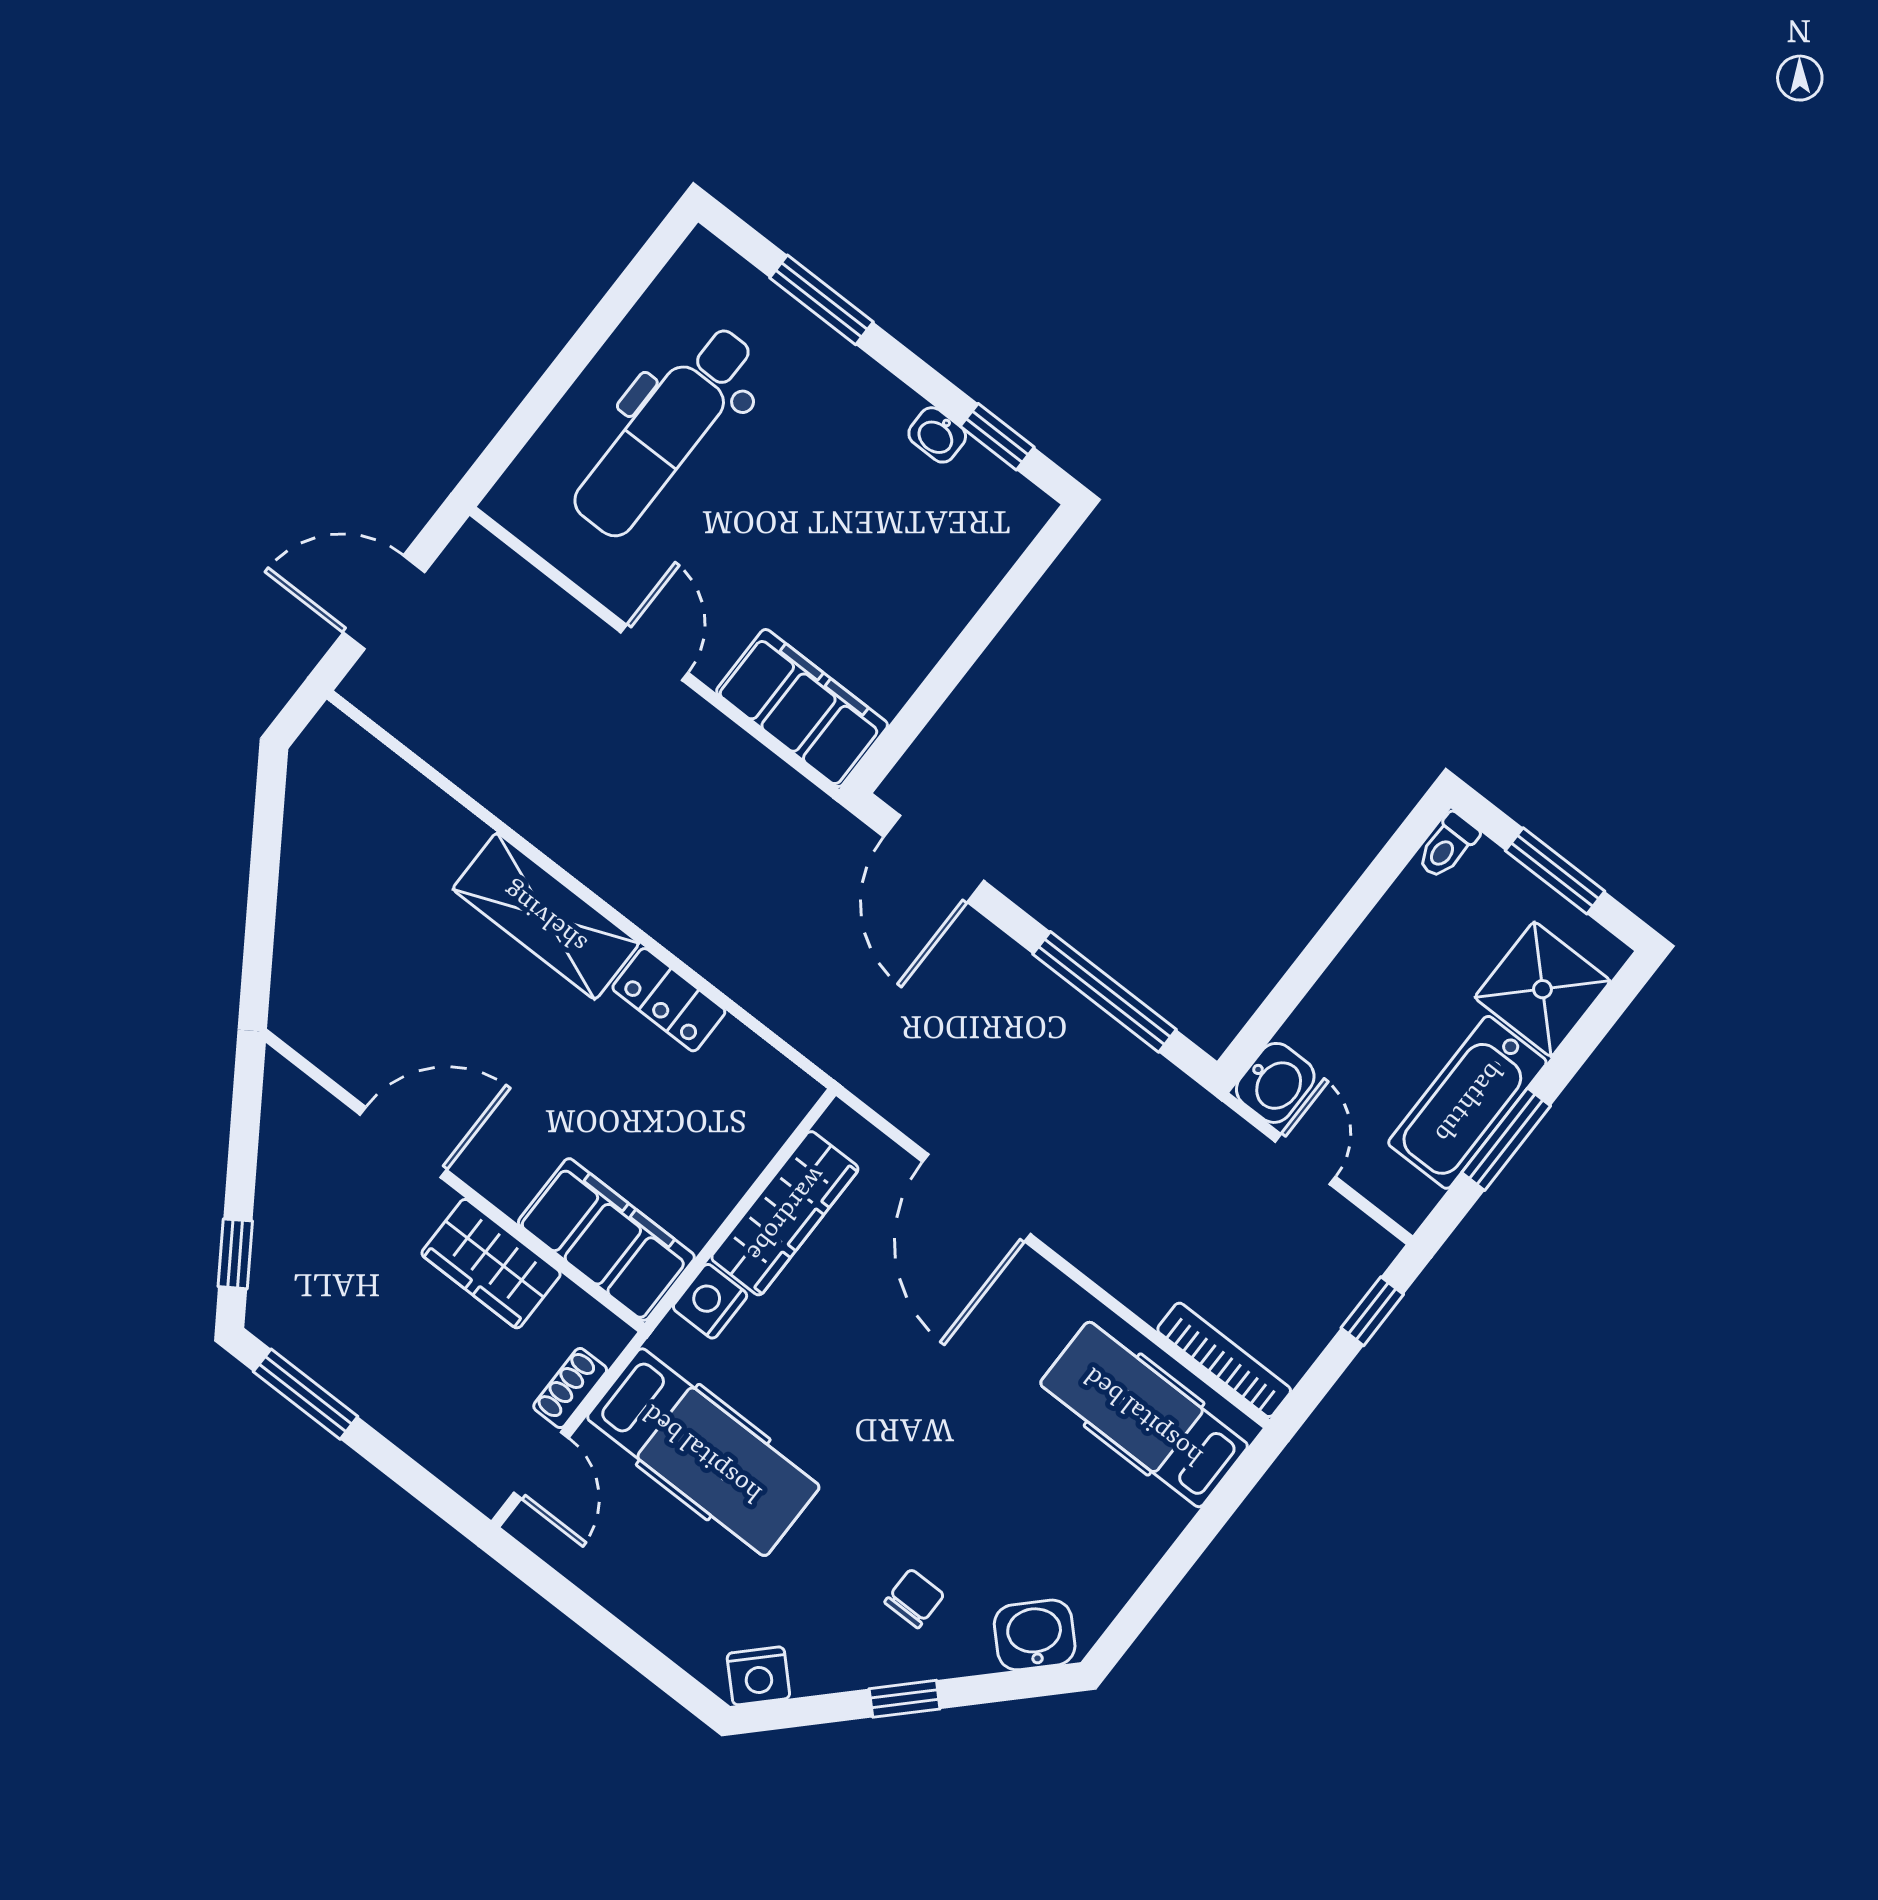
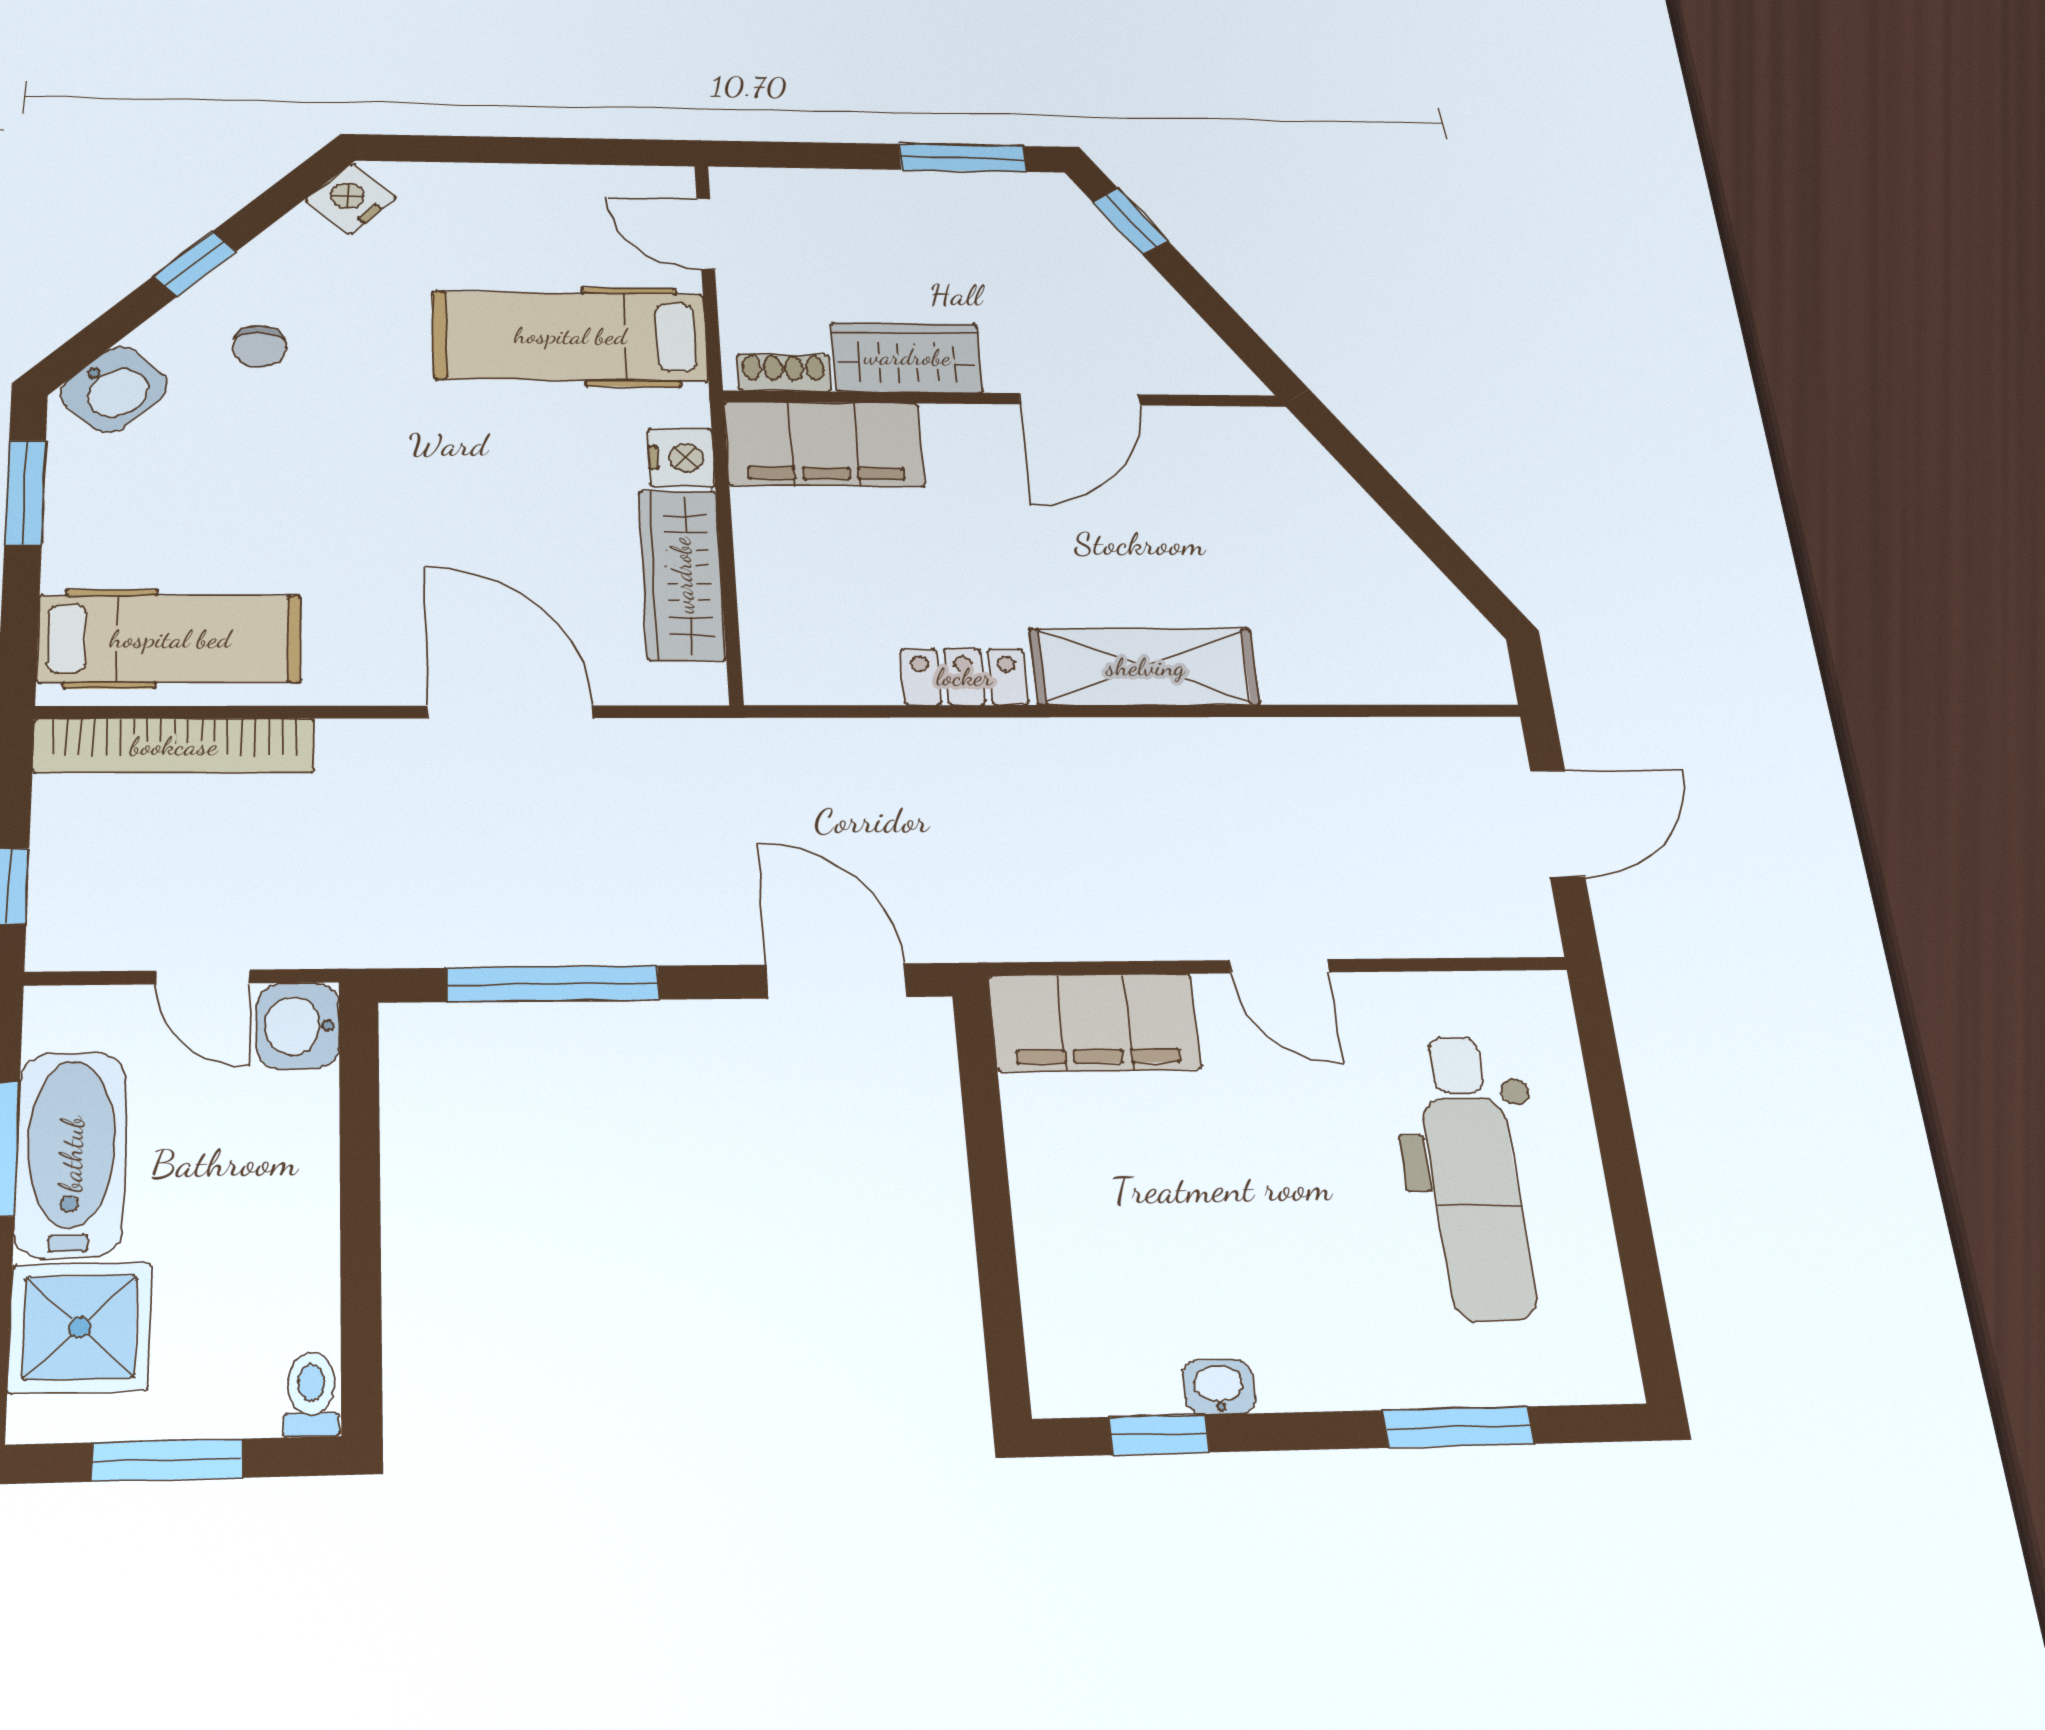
dental chair: (665, 431) -> (1474, 1177), turned 180
bookcase: (1224, 1360) -> (174, 746), width x1.48, depth x1.31
shoe rack: (570, 1388) -> (784, 373), moved, turned -90
window: (1151, 1596) -> (25, 492), added

